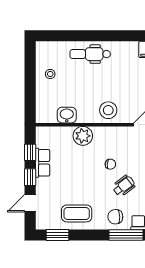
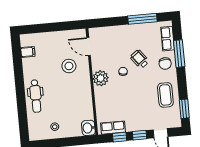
stool: (108, 110) -> (69, 66), moved
washbasin: (67, 115) -> (88, 128), moved
plant: (83, 136) -> (101, 78), moved
row of seats: (43, 163) -> (113, 128), moved

